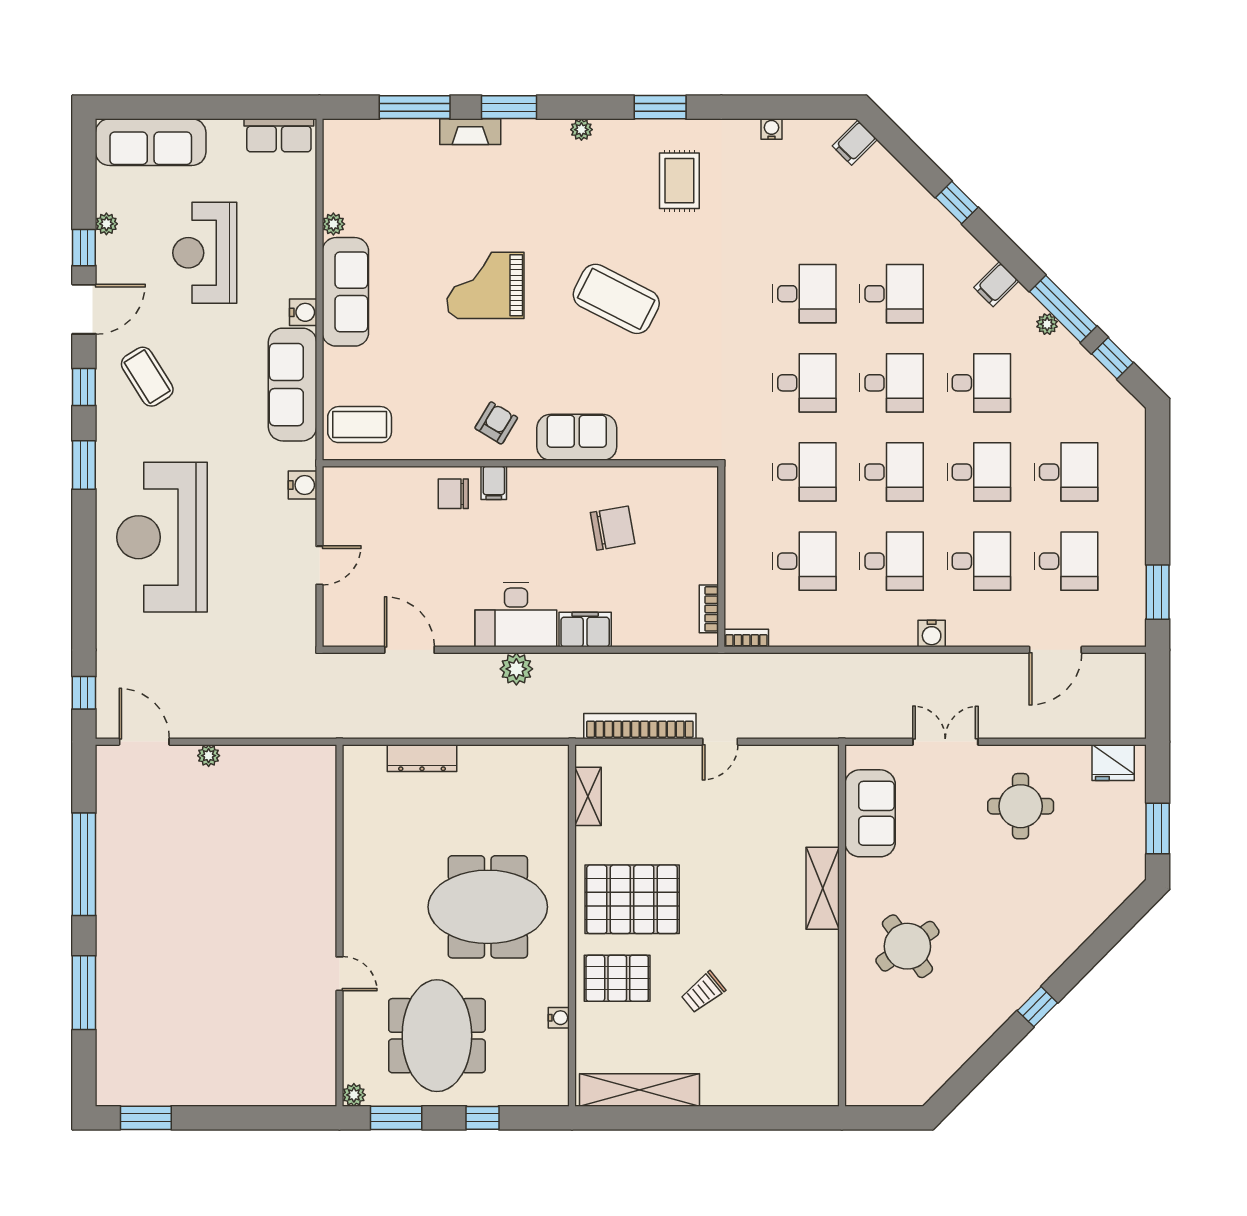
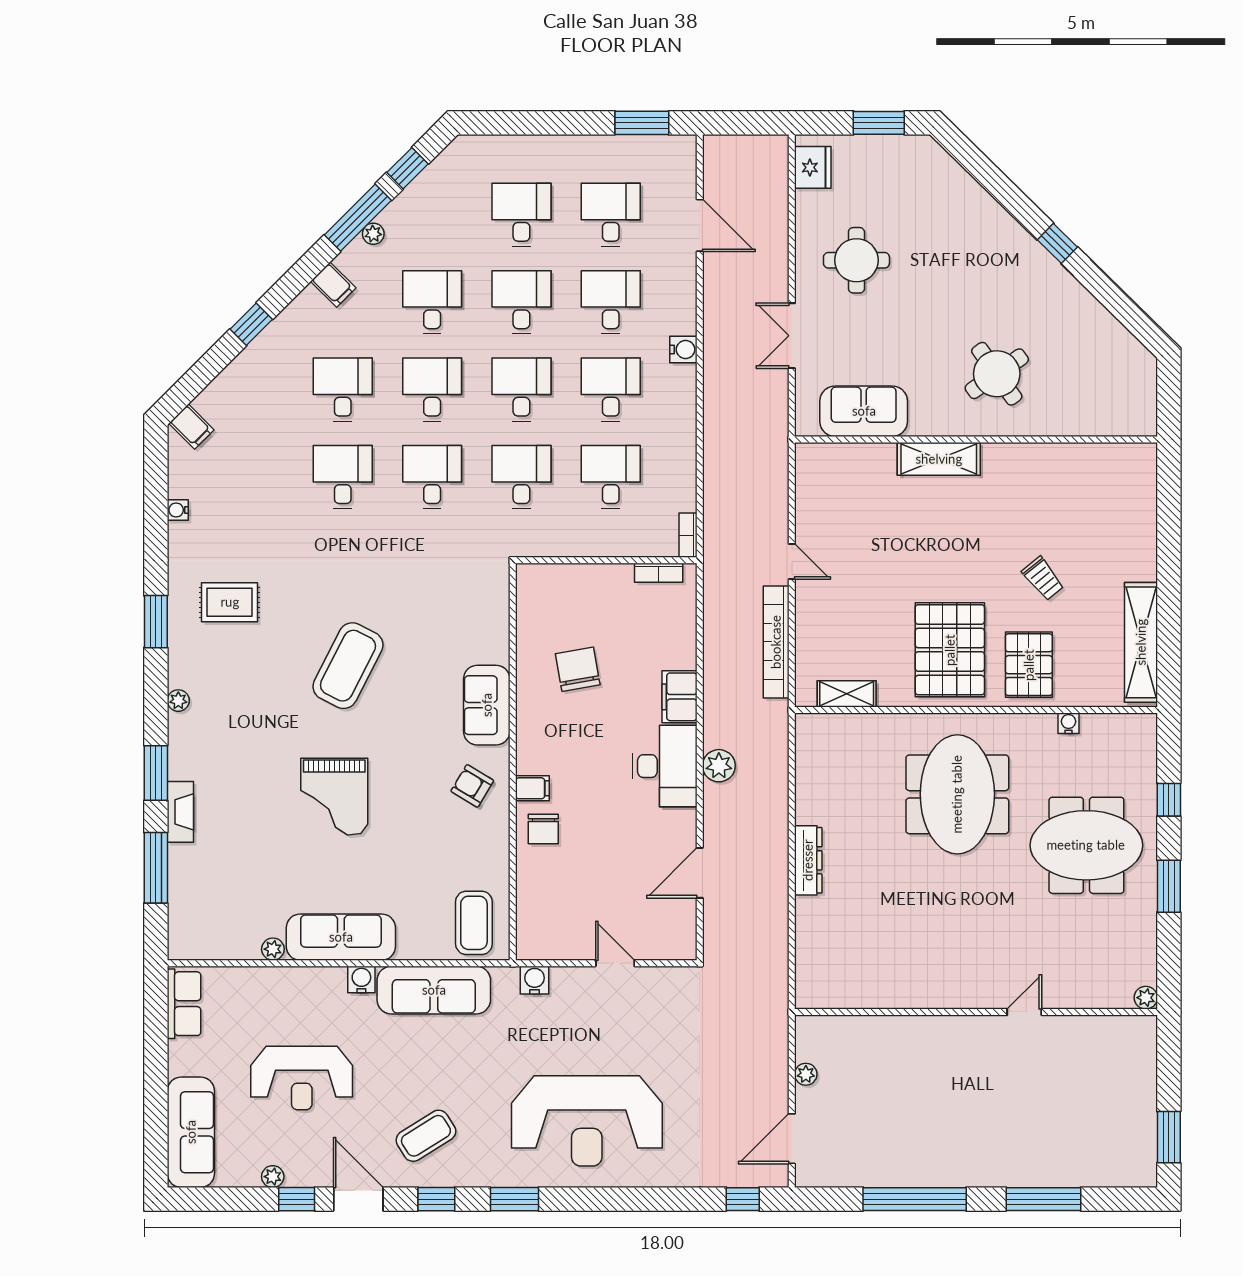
wall: (339, 925) -> (976, 1012), moved
door: (339, 974) -> (1024, 1012), moved
plant: (354, 1095) -> (1146, 998), moved

